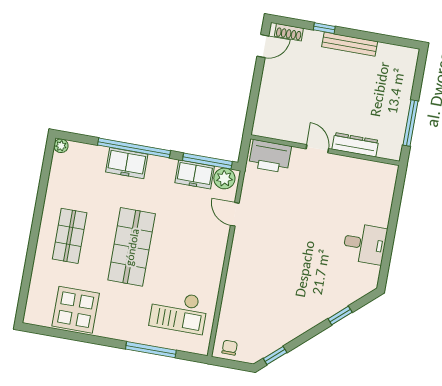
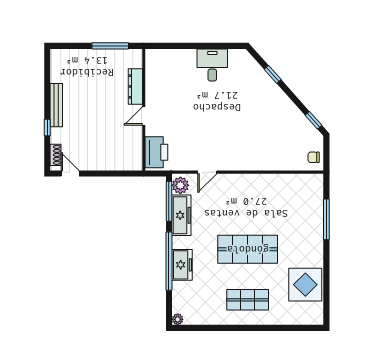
freezer: (195, 174) -> (181, 215), width x1.40
checkout: (179, 312) -> (292, 203), removed

